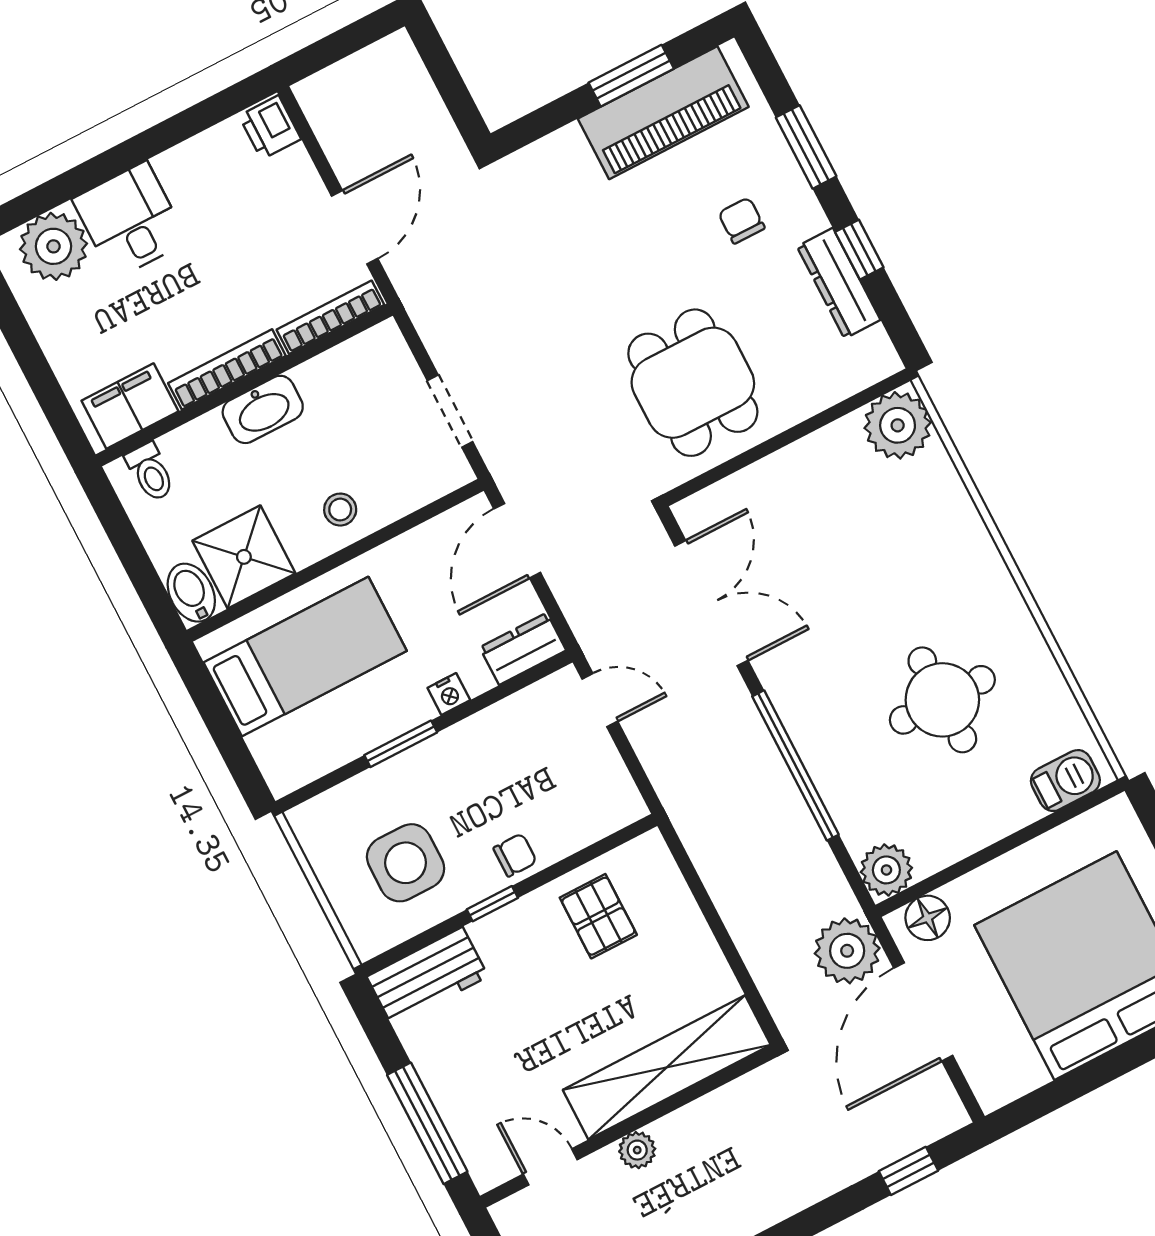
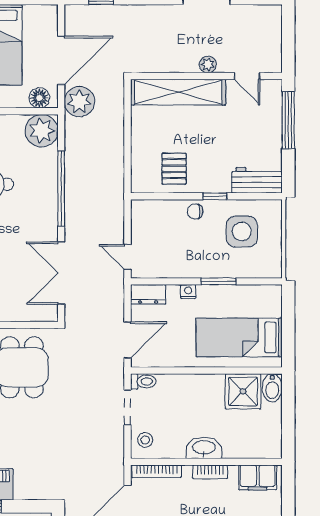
bookcase: (227, 369) -> (210, 472), width x0.64
toilet: (150, 472) -> (143, 381), moved, turned 90
stool: (340, 510) -> (145, 440), moved
plant: (886, 870) -> (42, 131), width x1.36, depth x1.36

